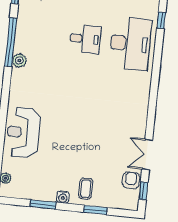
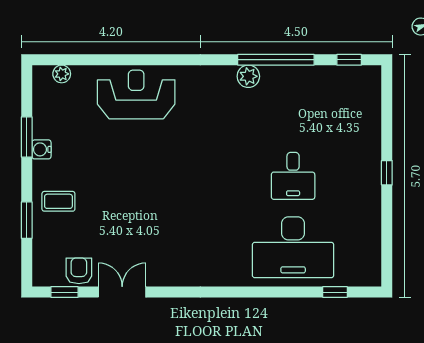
armchair: (131, 180) -> (79, 271), turned -90
water cooler: (63, 197) -> (42, 149), moved

